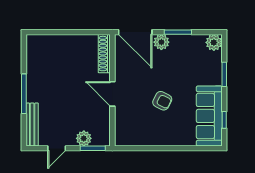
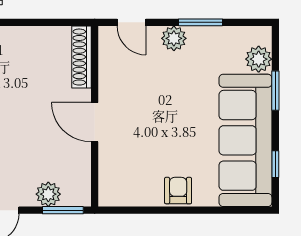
door: (135, 32) -> (132, 22), width x0.53
plant: (214, 42) -> (259, 59), moved
armchair: (162, 101) -> (178, 191), moved, turned -117
sofa: (209, 116) -> (245, 140), width x1.36, depth x1.27

